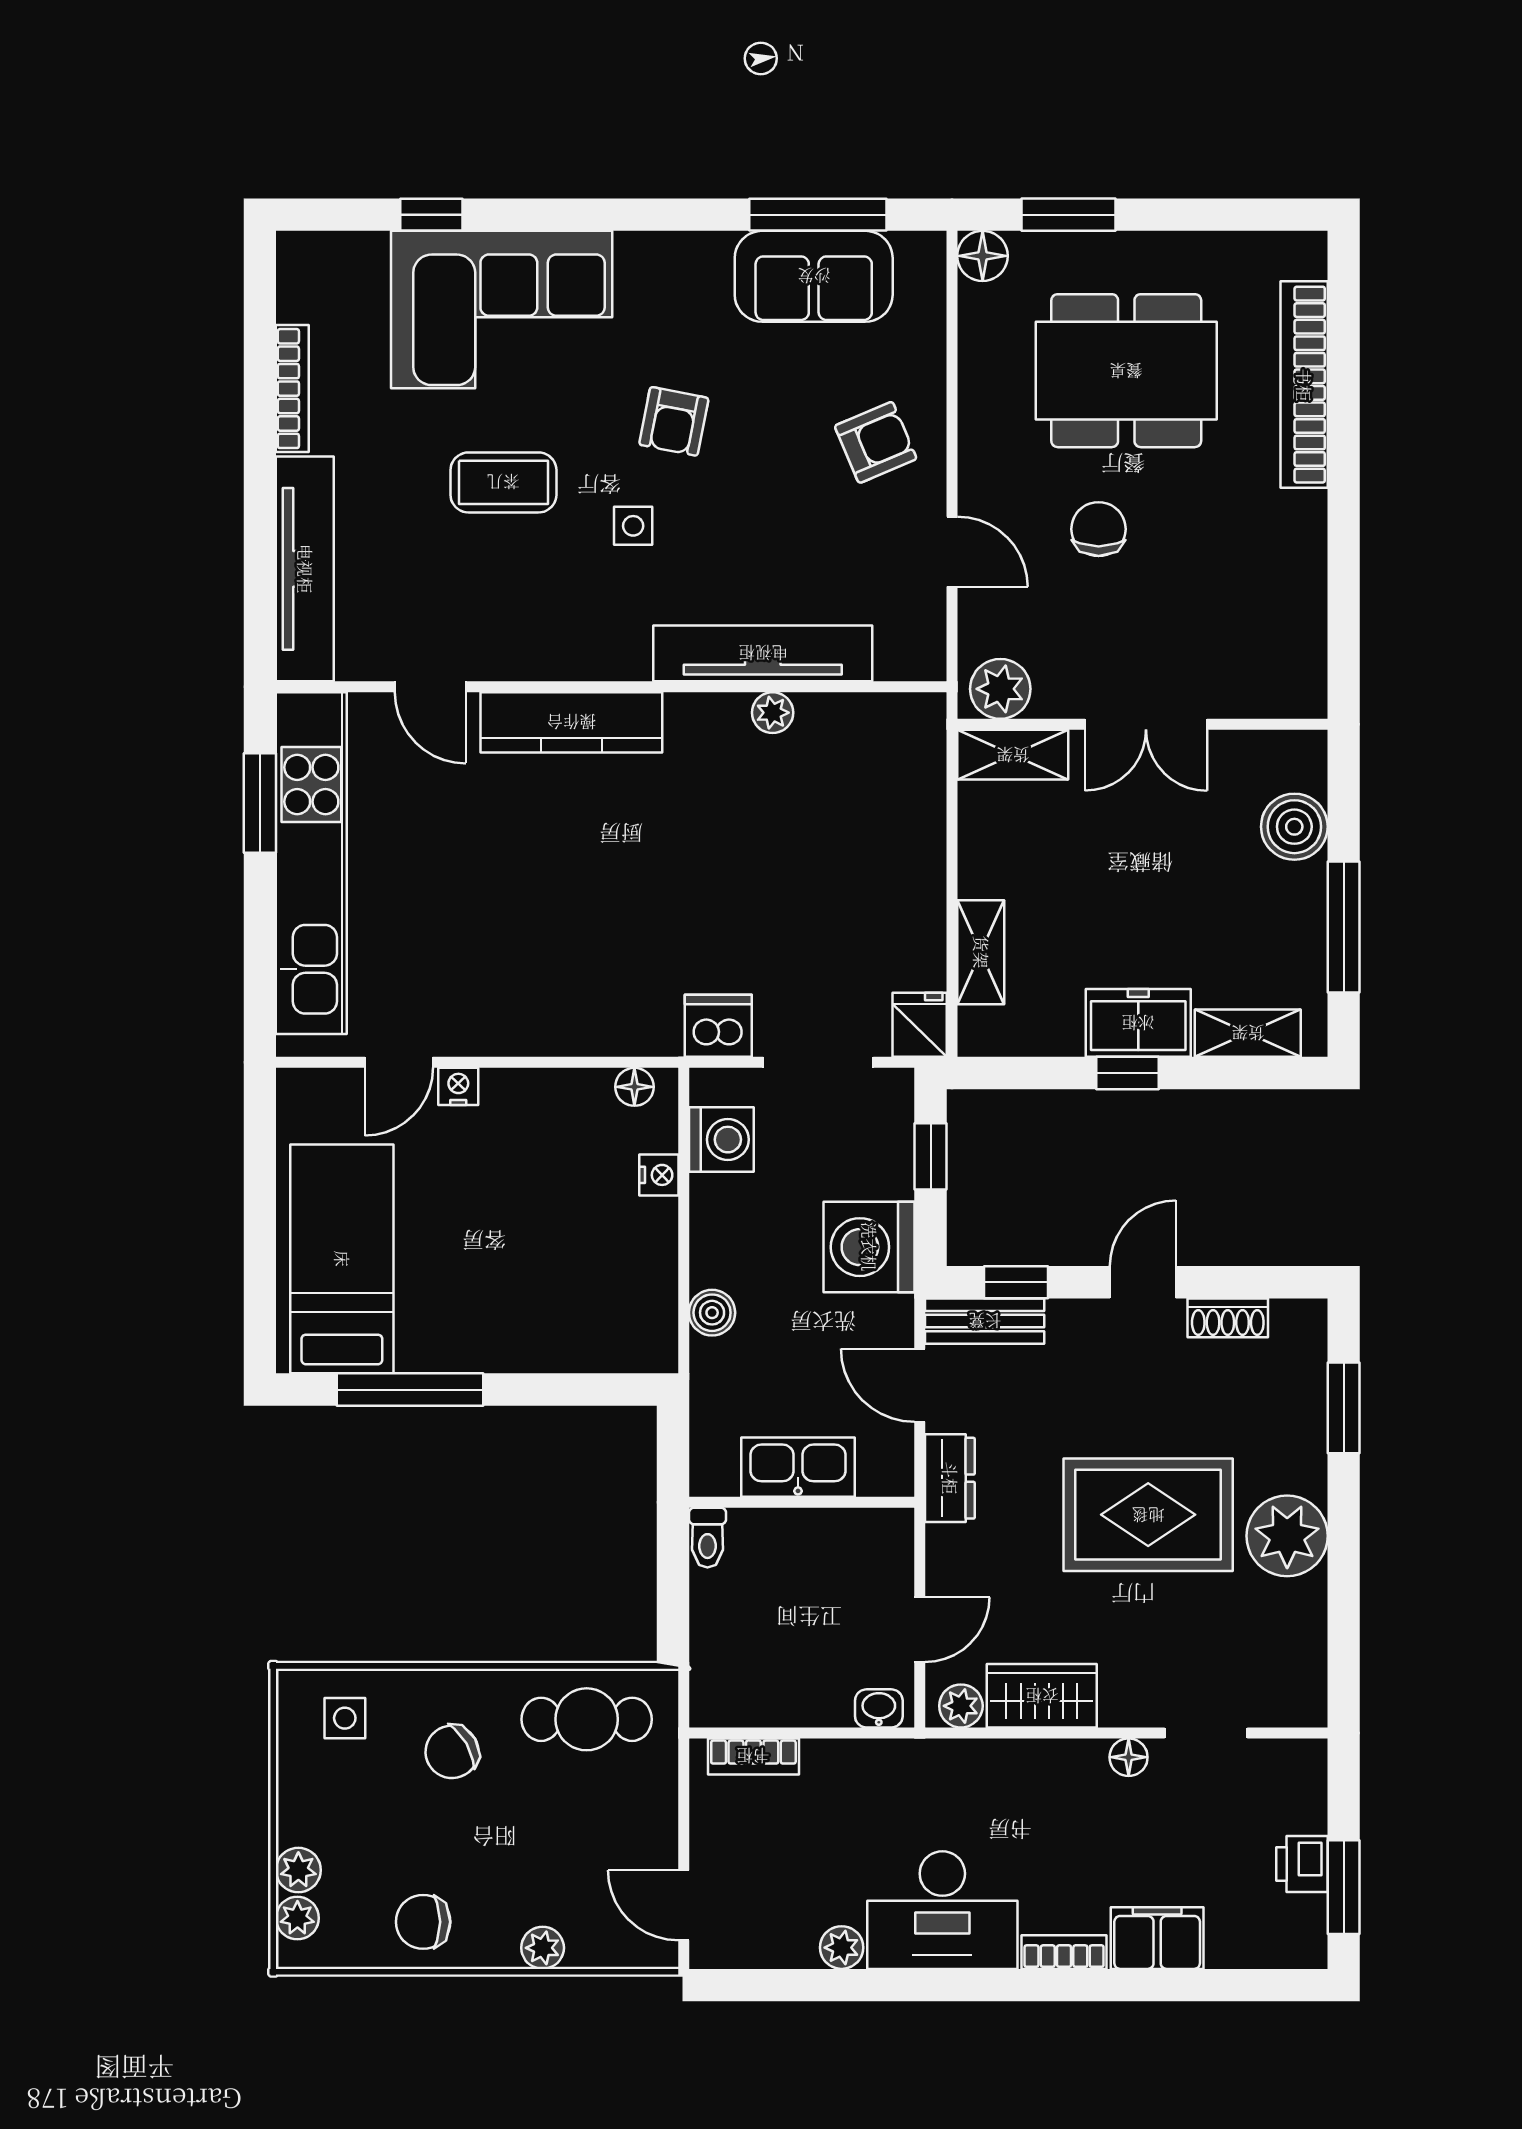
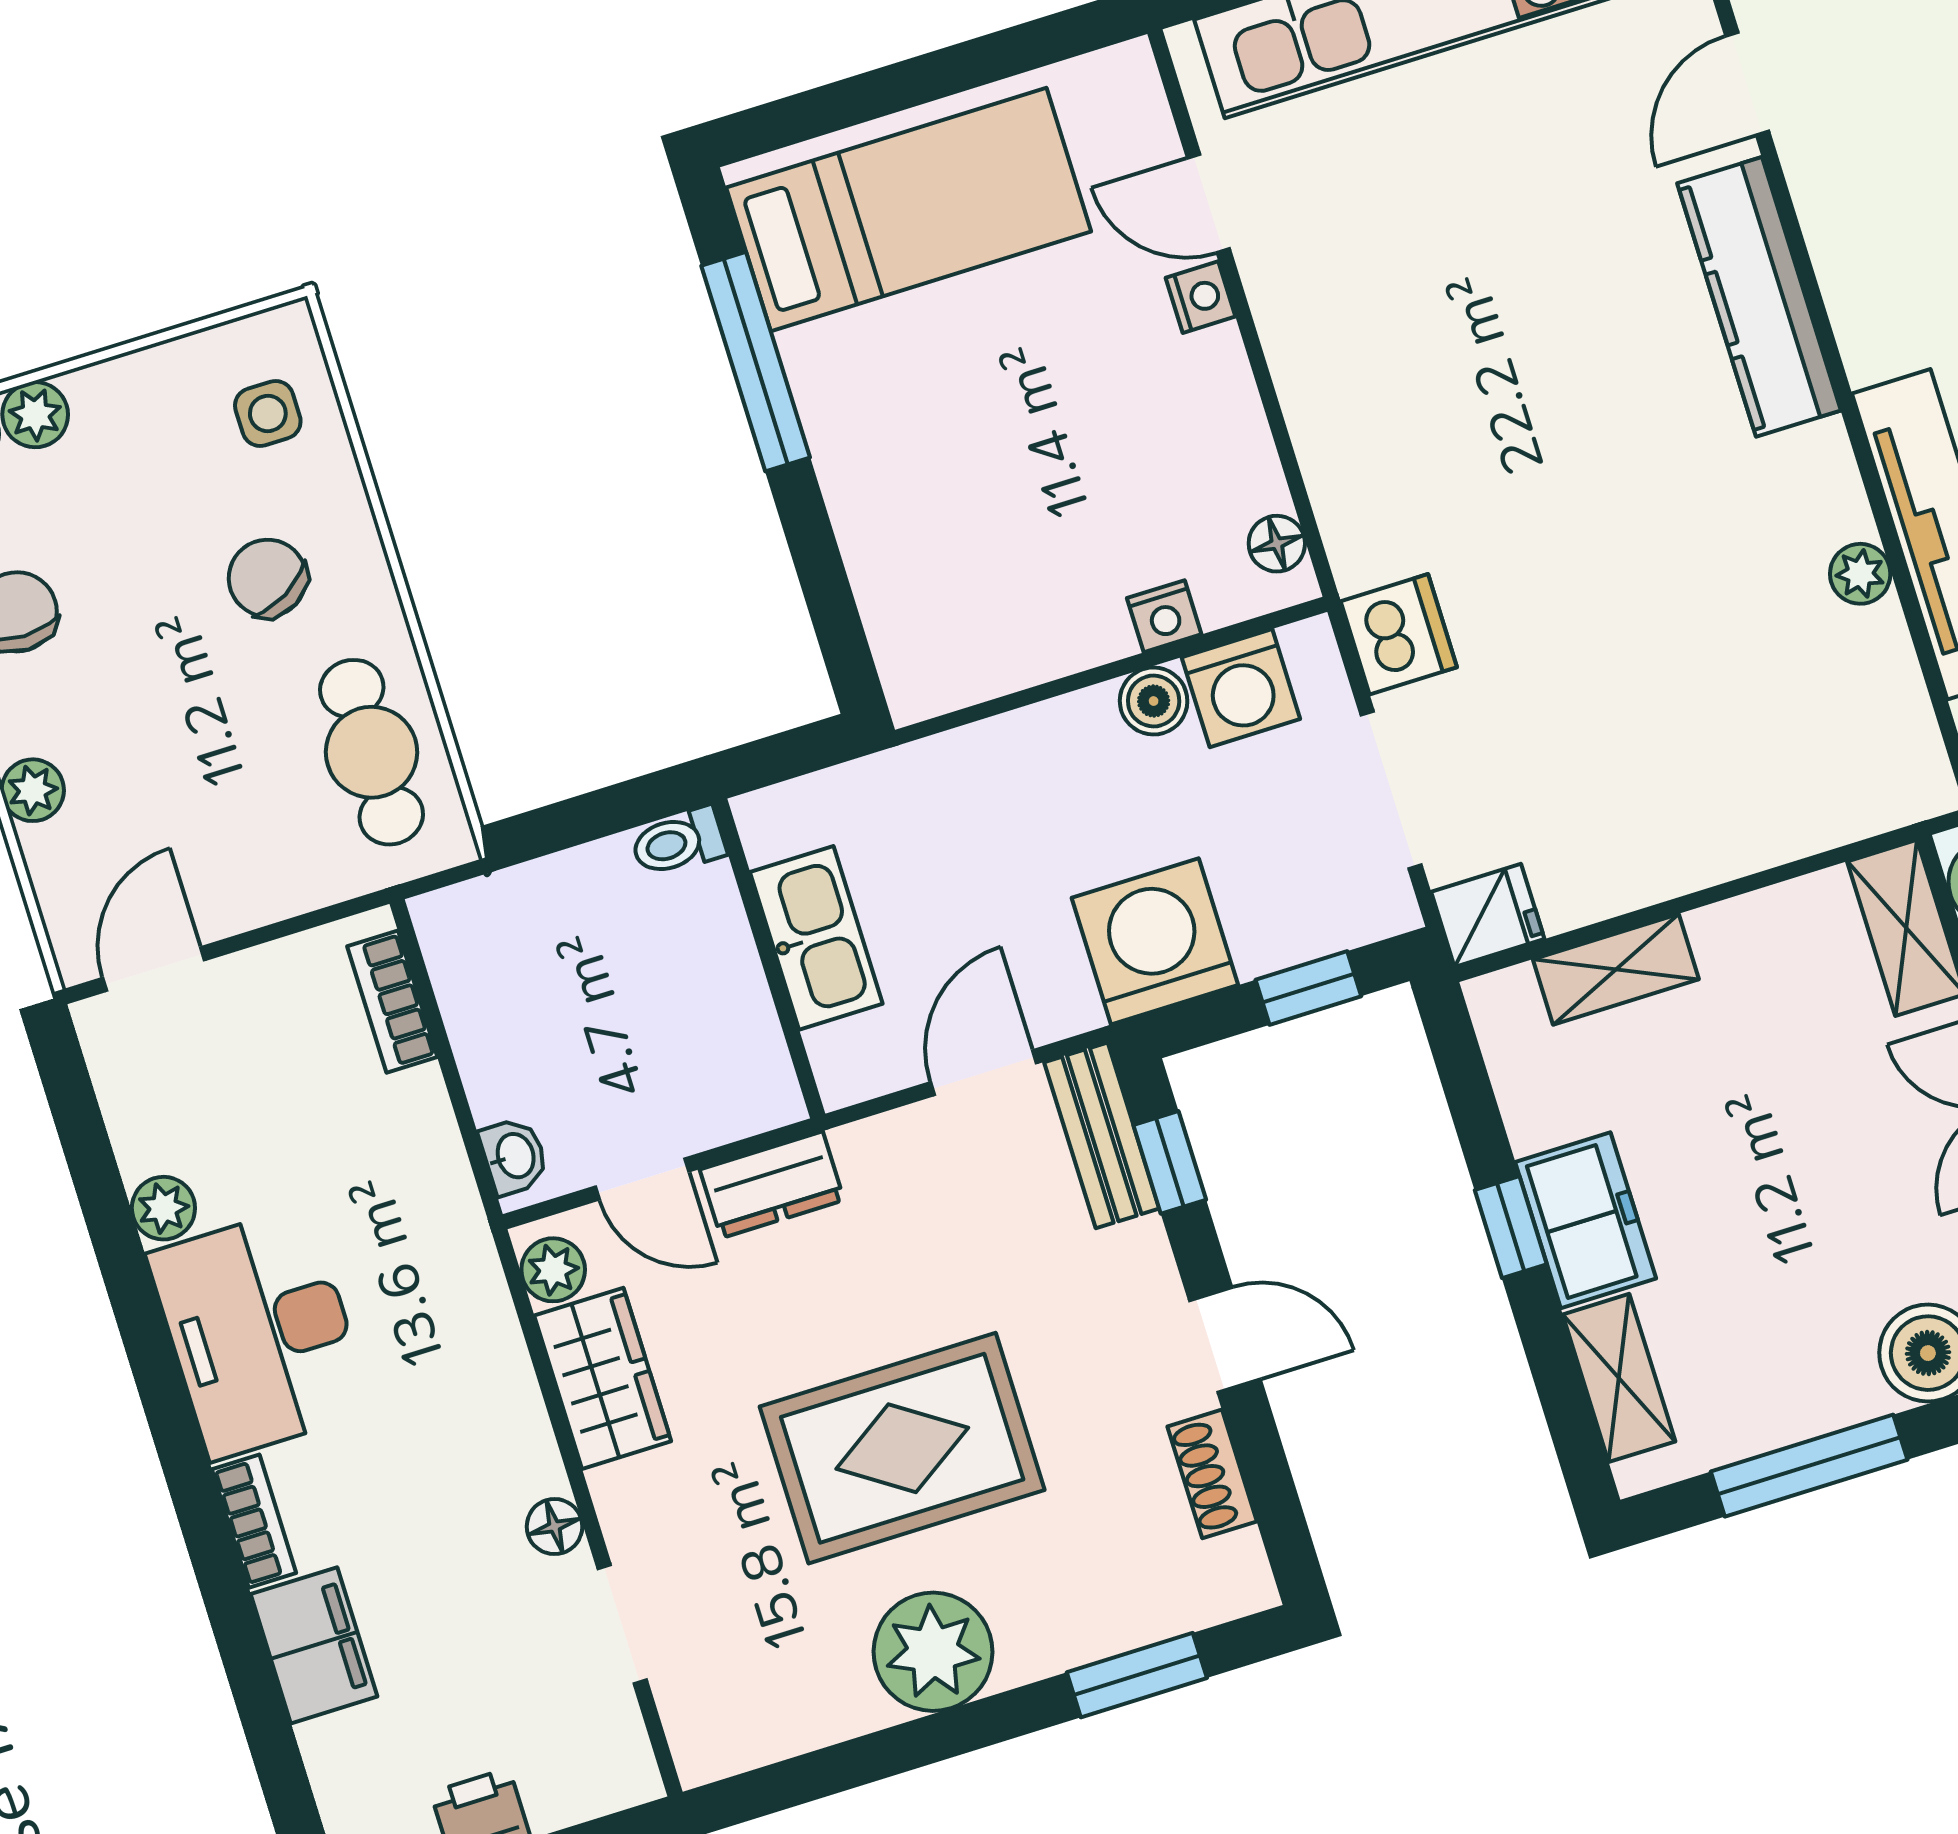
boiler: (712, 1313) -> (1154, 701), moved
dresser: (950, 1478) -> (772, 1185), moved
rug: (1148, 1515) -> (902, 1448), turned 90

